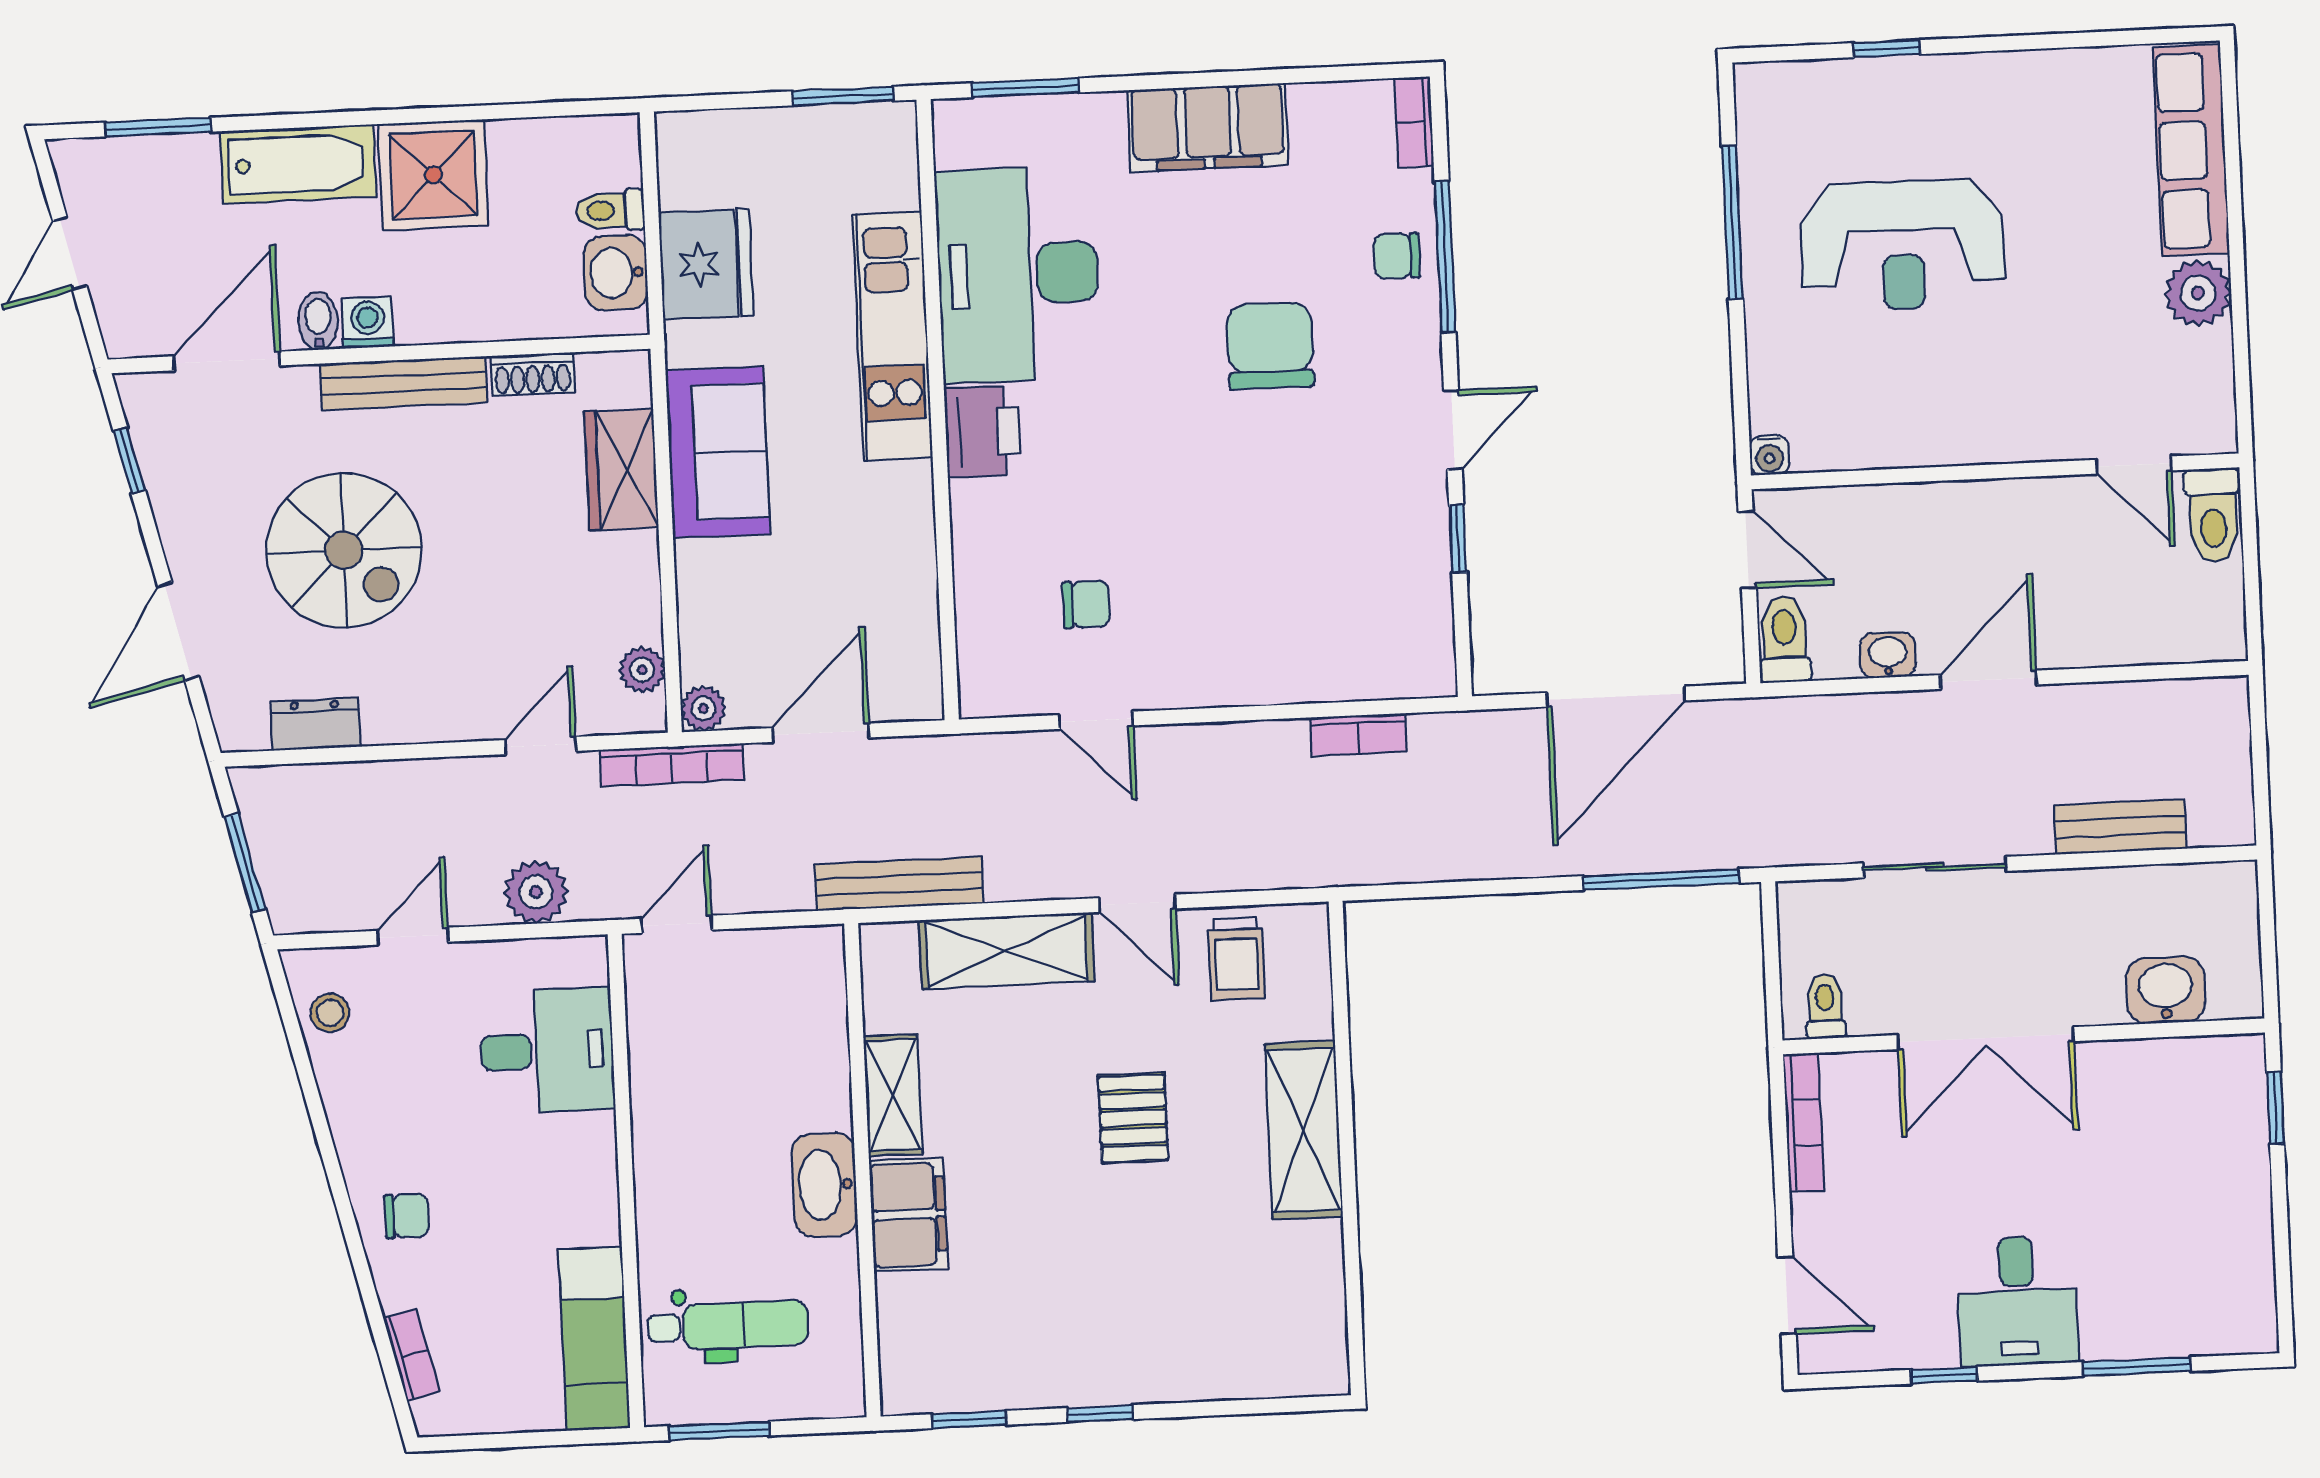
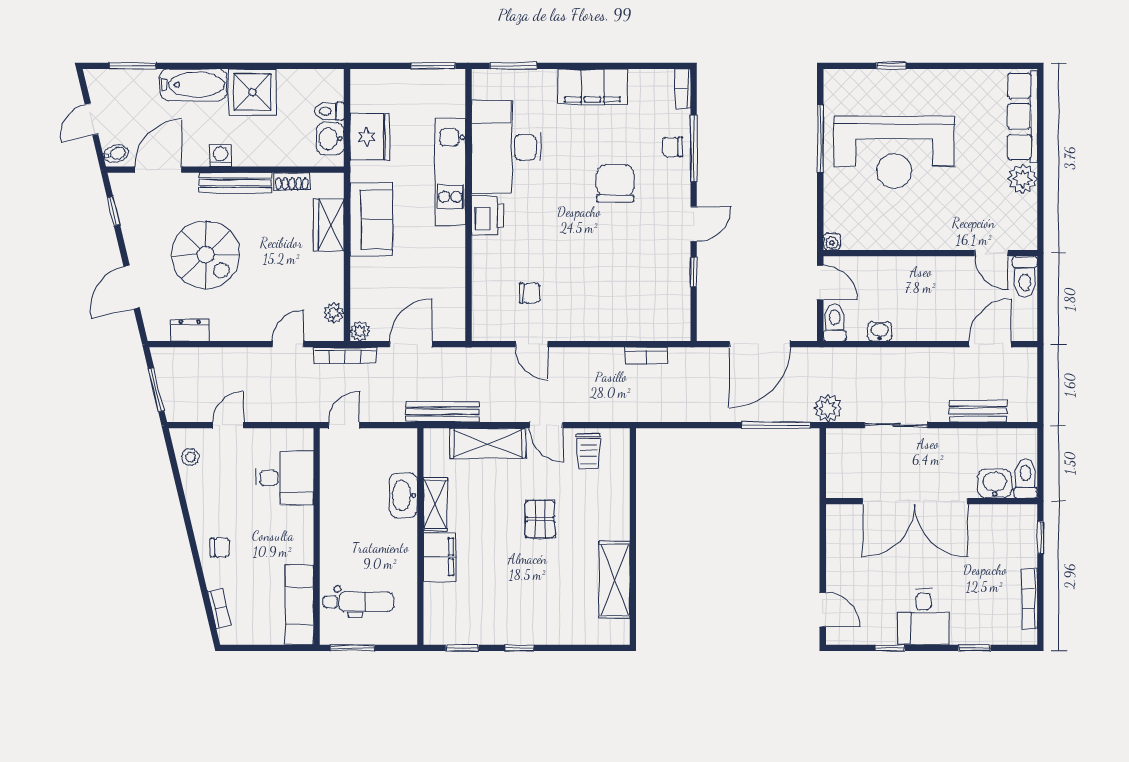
reception desk: (1902, 245) -> (894, 152), width x1.36, depth x1.30
bidet: (318, 321) -> (116, 154), moved, turned 77
door: (1988, 680) -> (990, 344), moved
plant: (536, 892) -> (828, 408), moved
toilet: (1825, 1006) -> (1026, 479), moved, width x1.37, depth x1.39
double door: (1986, 1038) -> (915, 501), width x1.36
bookcase: (1804, 1122) -> (1030, 599), moved, turned 180
shelving: (1304, 1130) -> (614, 580), moved
washbasin: (825, 1185) -> (404, 495), moved
window: (2137, 1366) -> (975, 648), width x0.67

